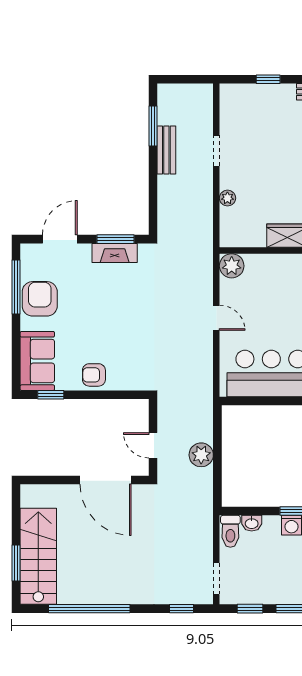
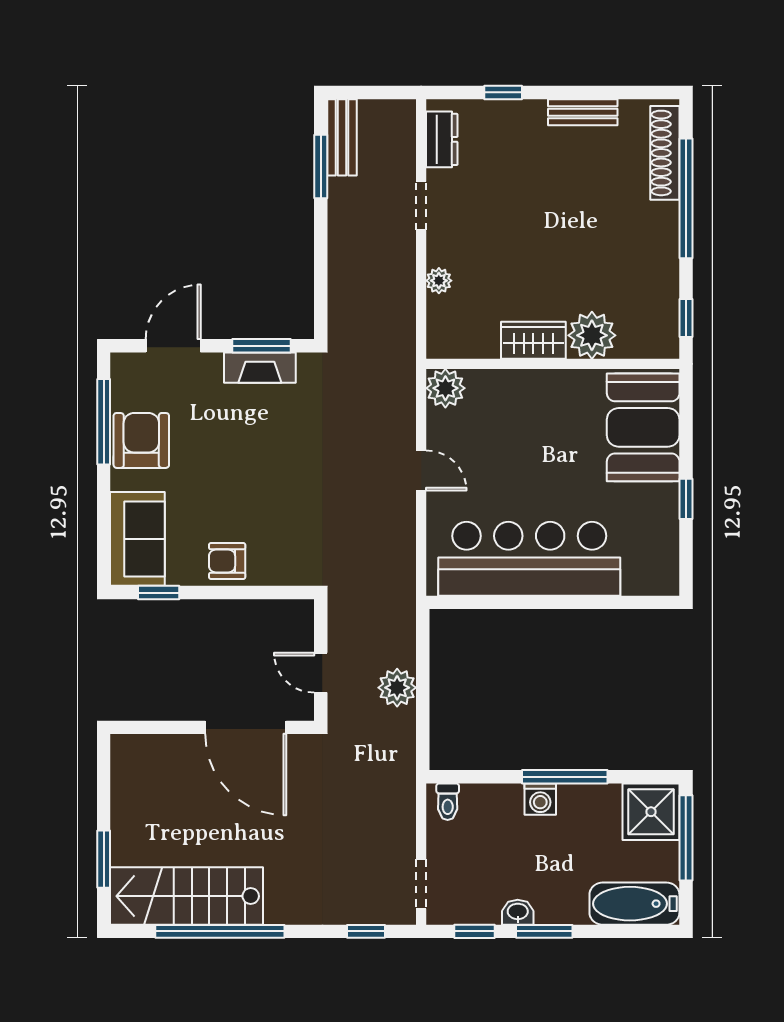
dresser: (229, 109) -> (442, 139), added
bench: (166, 150) -> (342, 137), moved
washbasin: (252, 523) -> (518, 912), moved, turned 180
toilet: (230, 531) -> (448, 802), width x0.73, depth x0.72
stairs: (38, 556) -> (187, 896), moved, turned -90

